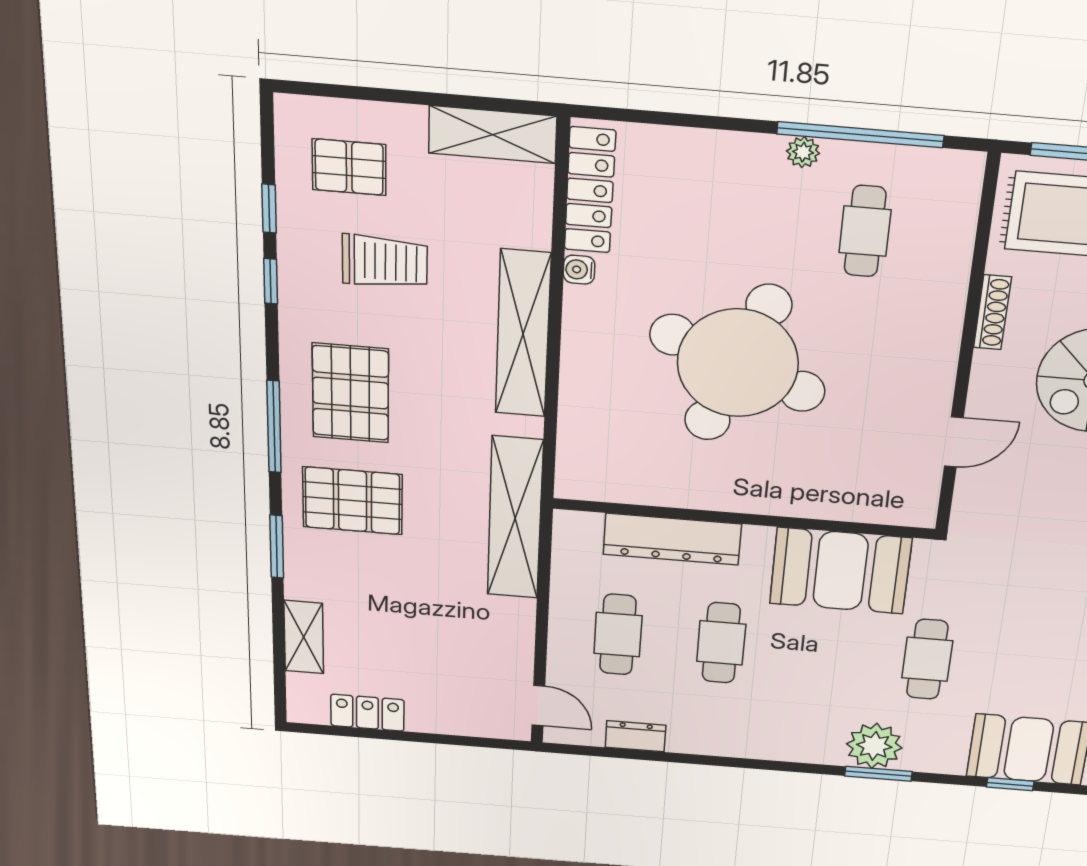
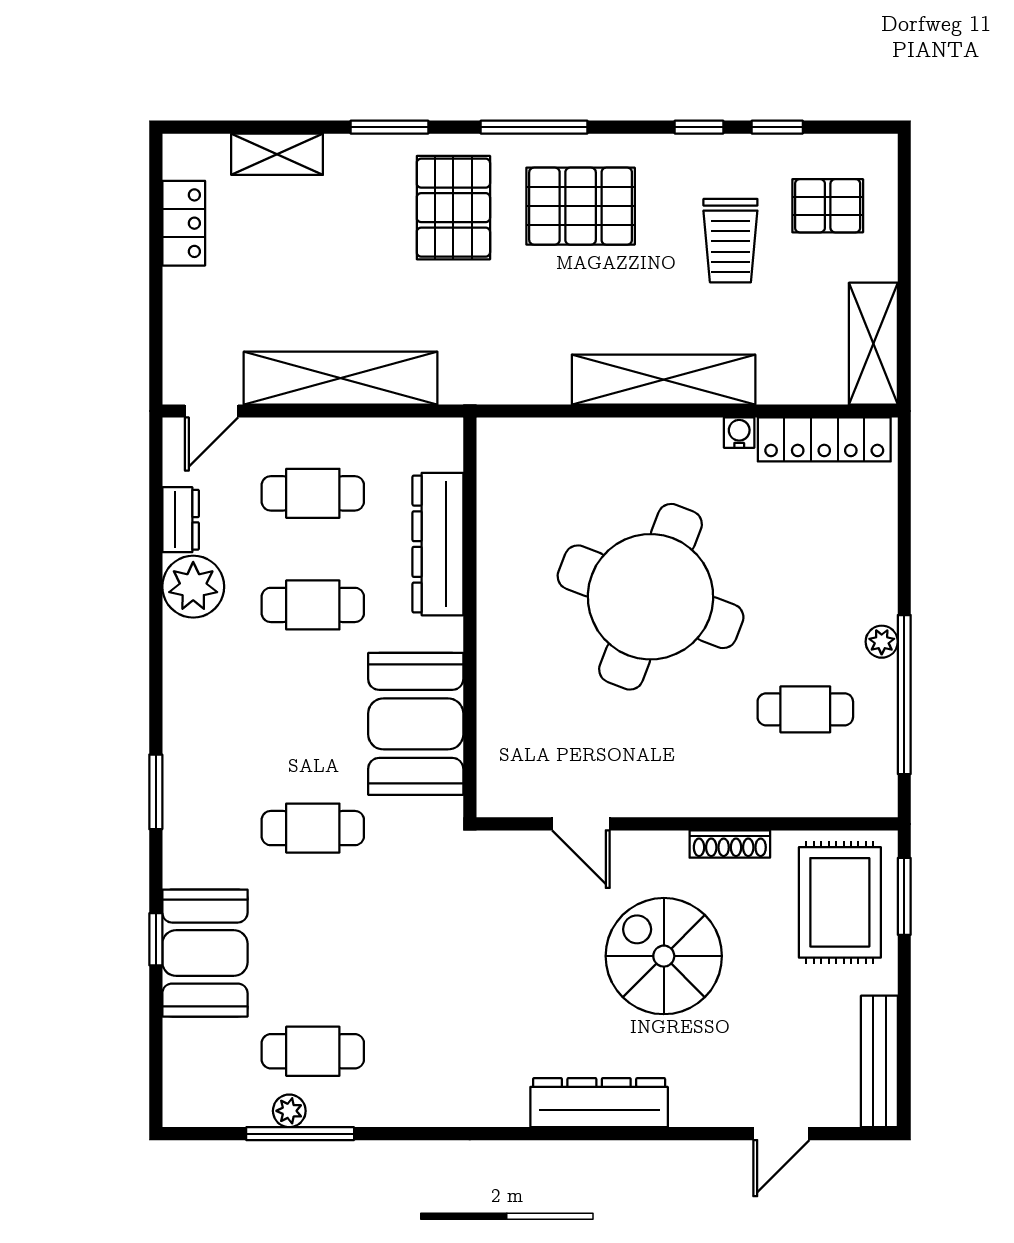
pallet: (349, 167) -> (828, 206), turned 90
shelving: (515, 518) -> (341, 378), moved
plant: (874, 746) -> (193, 587), moved

